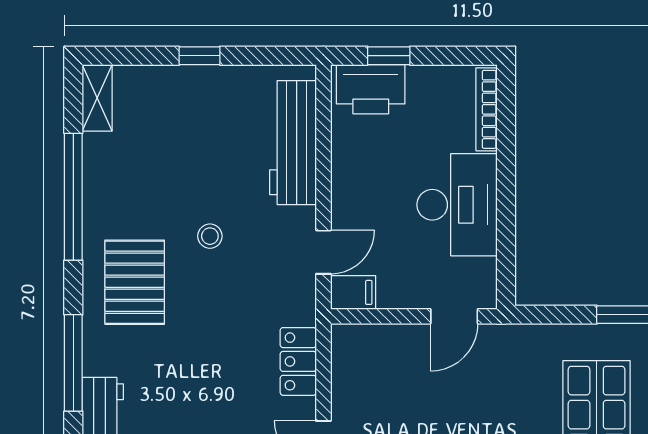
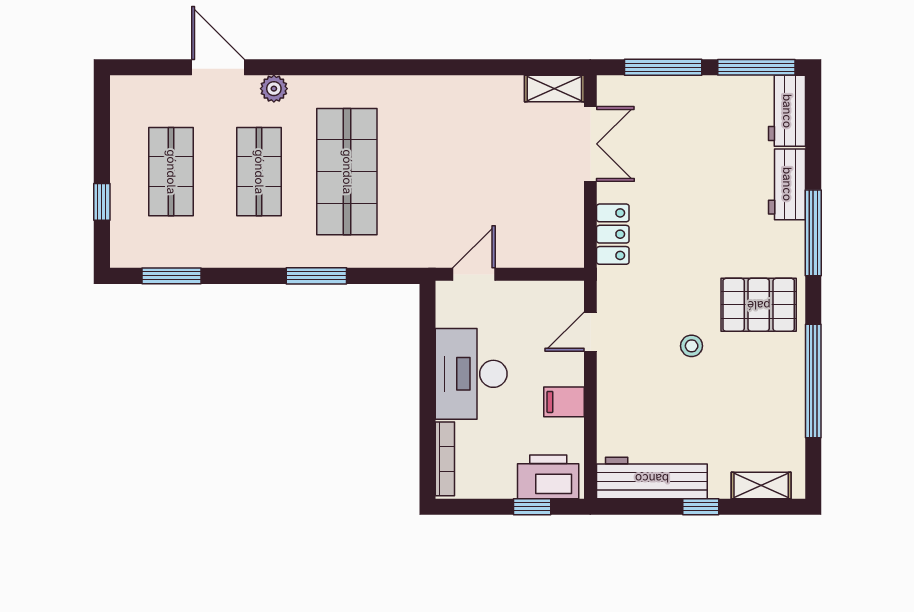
shelving: (97, 98) -> (761, 485), moved, turned 90
workbench: (293, 143) -> (652, 478), moved, turned -90
pallet: (135, 282) -> (759, 305), turned 90
filing cabinet: (353, 292) -> (564, 402), moved

